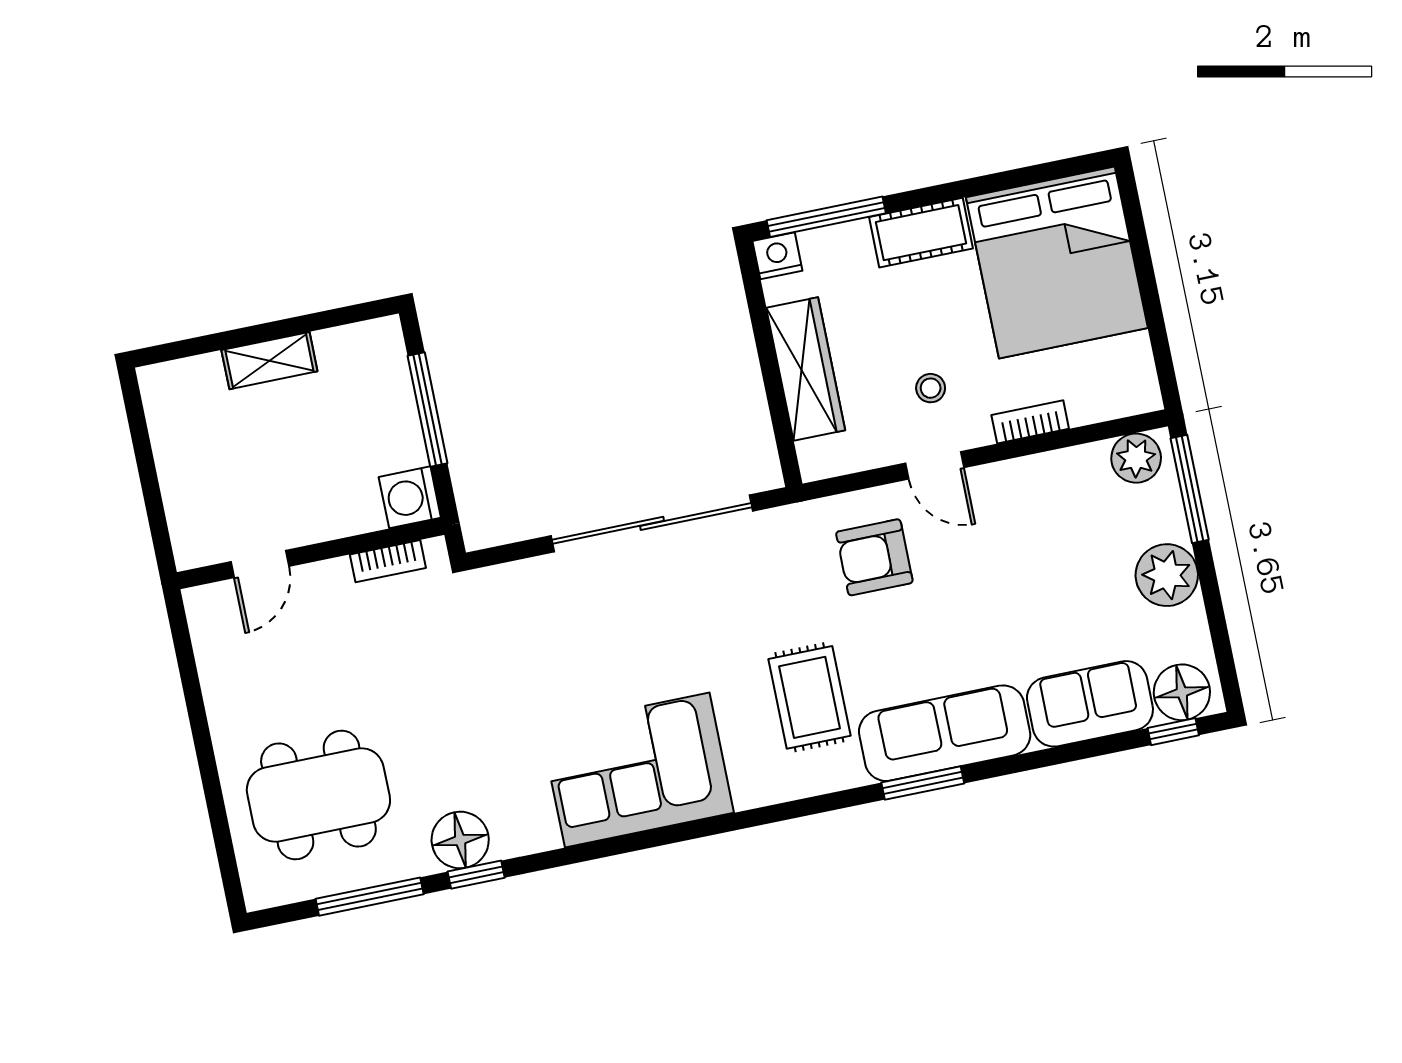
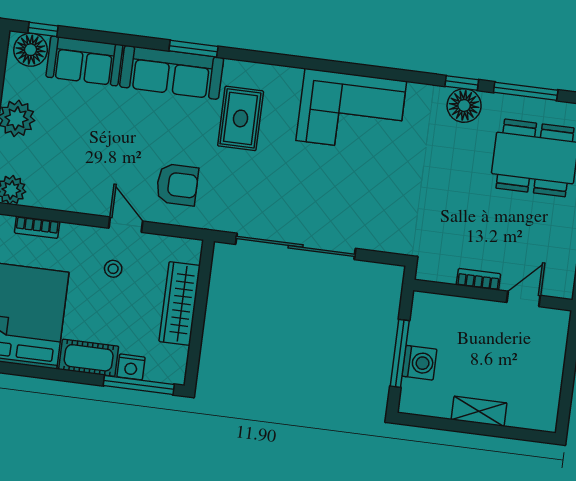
nightstand: (777, 256) -> (131, 367), moved
bookcase: (1030, 422) -> (37, 227), moved
washing machine: (410, 497) -> (419, 363), moved
bookcase: (388, 561) -> (478, 279), moved

